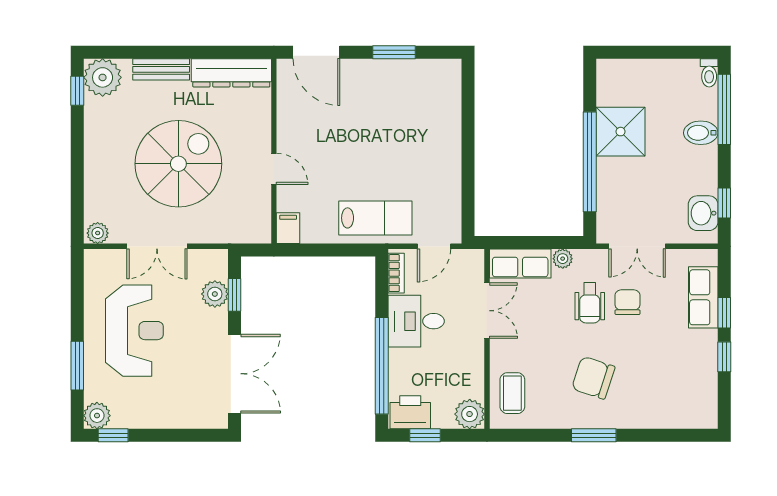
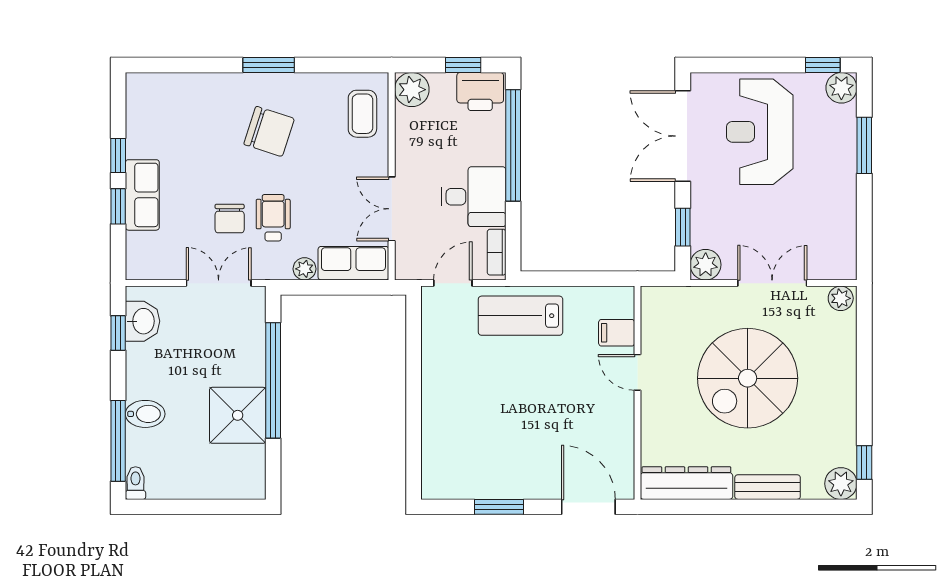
plant: (103, 77) -> (841, 484), width x0.73, depth x0.73
filing cabinet: (288, 228) -> (617, 333), moved, turned 90
plant: (215, 294) -> (706, 265), moved
row of seats: (703, 297) -> (142, 195), moved
reception desk: (134, 331) -> (760, 132), moved

